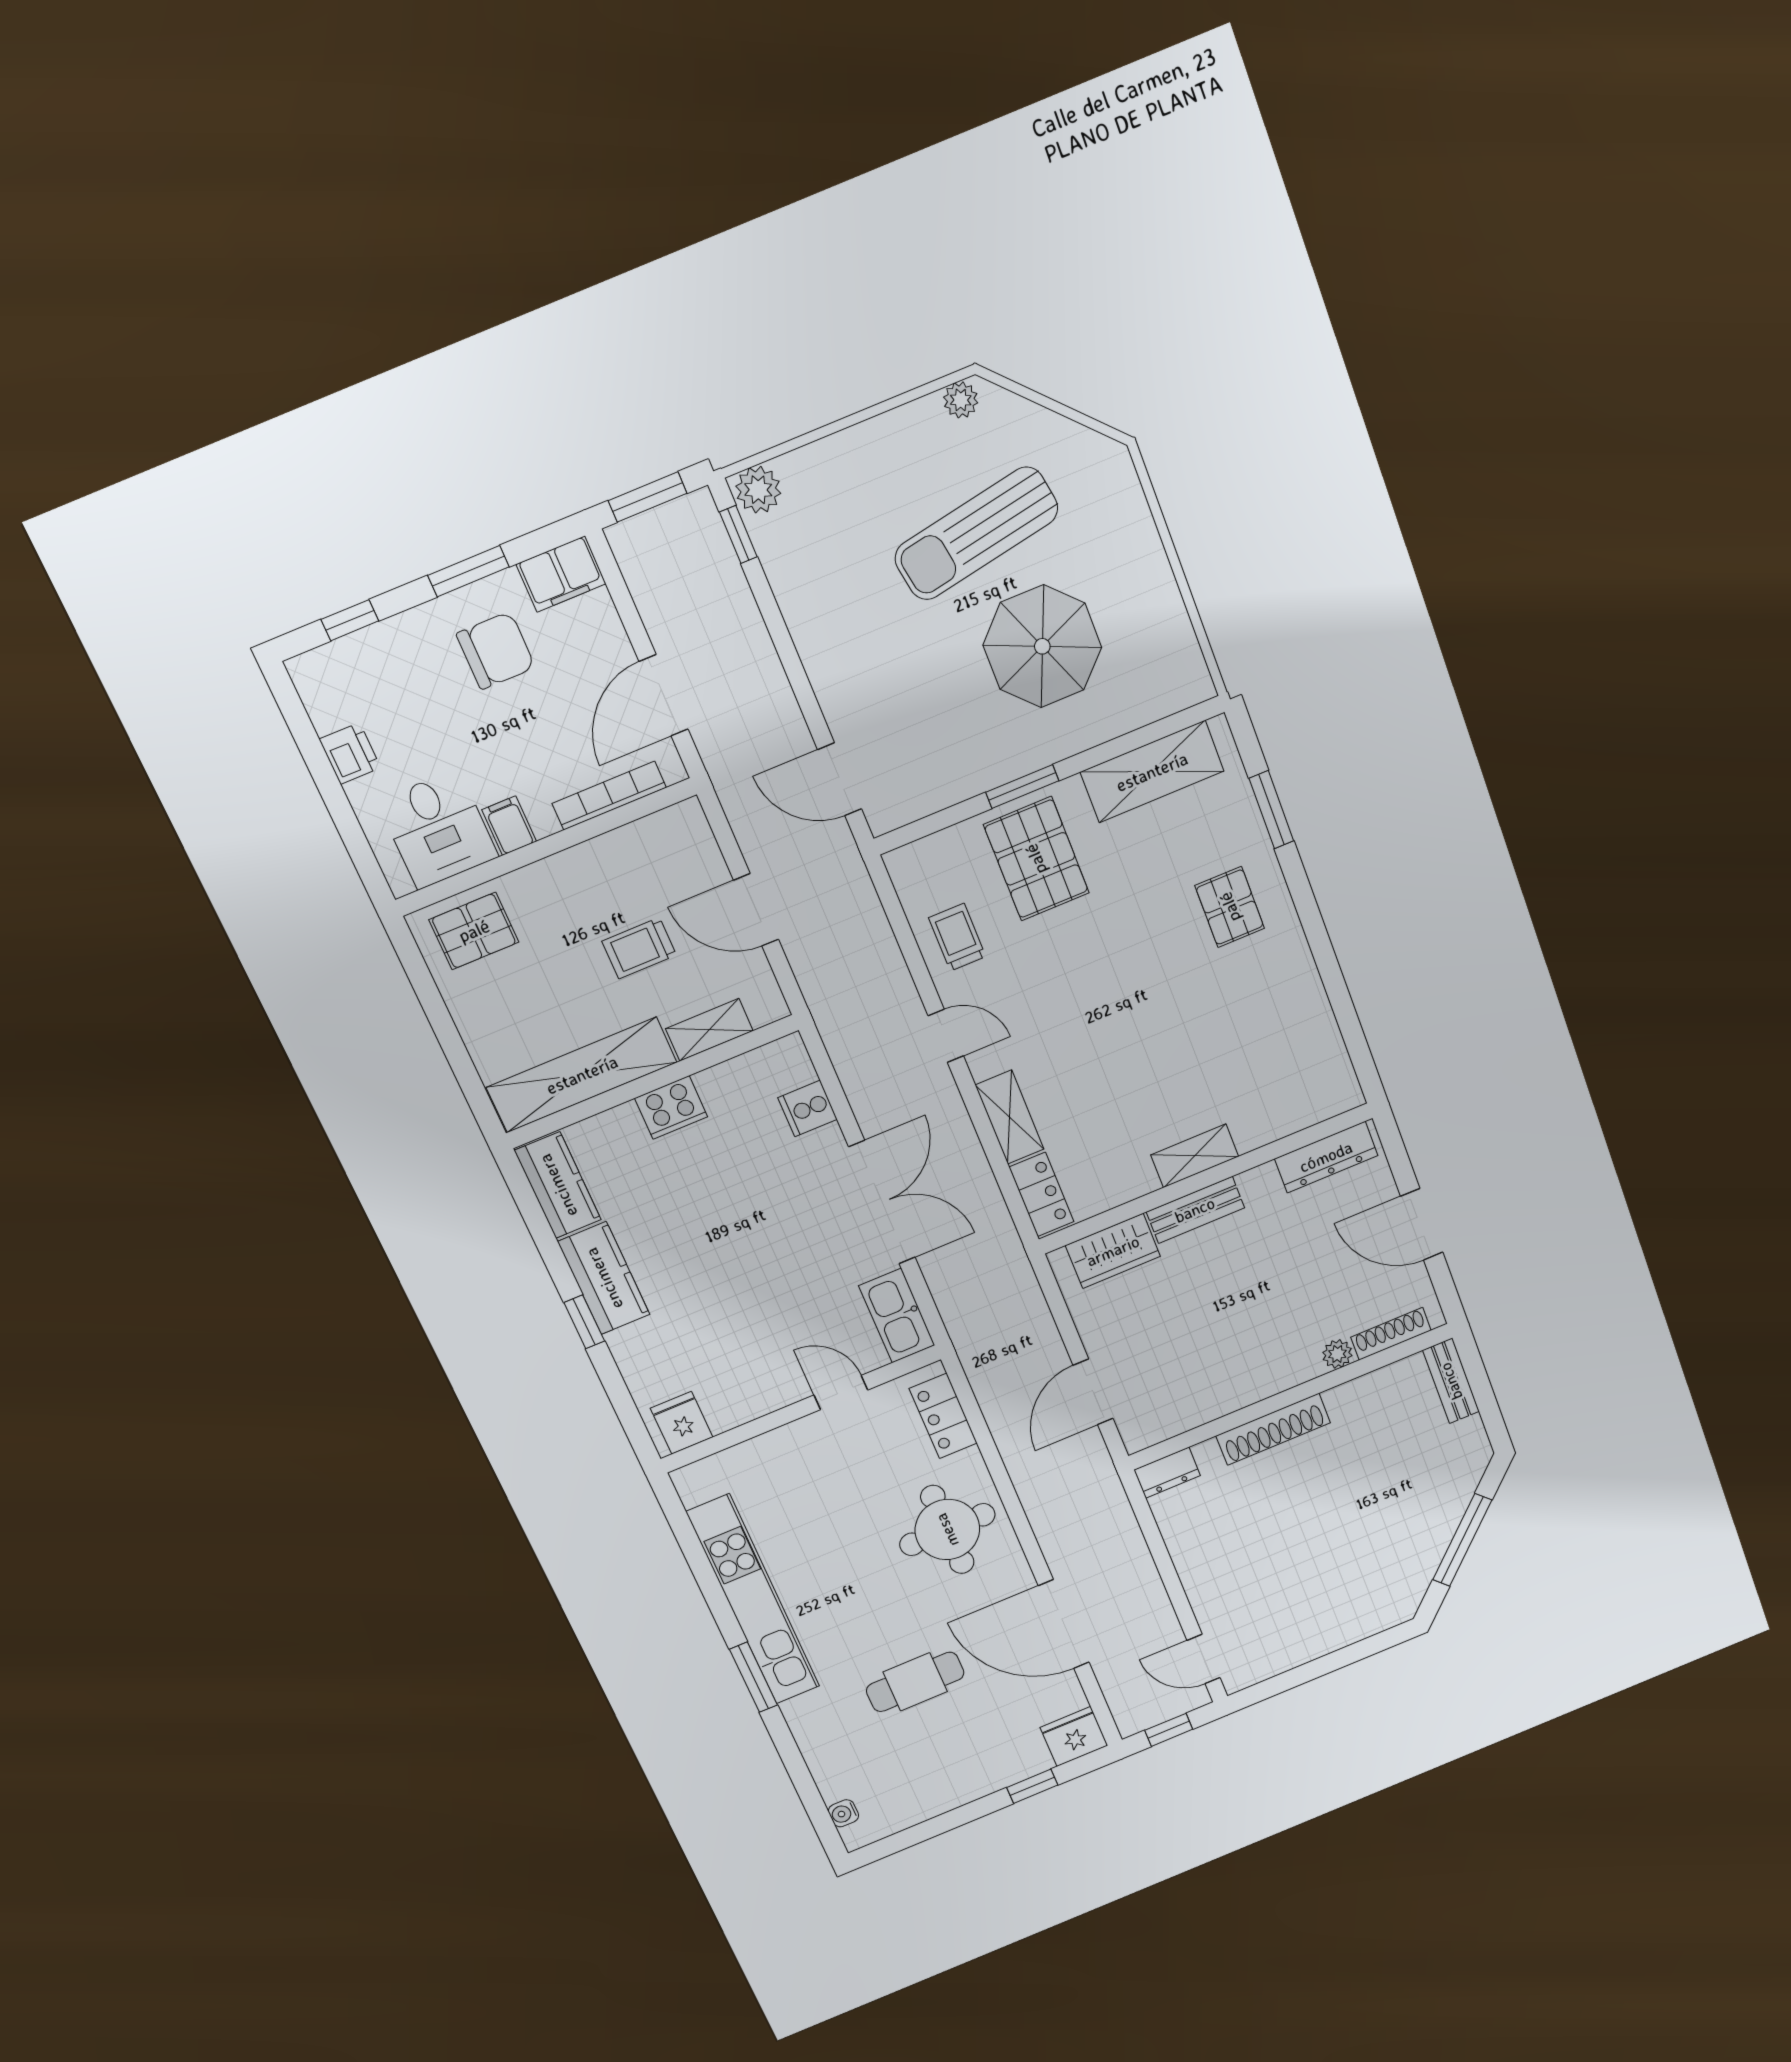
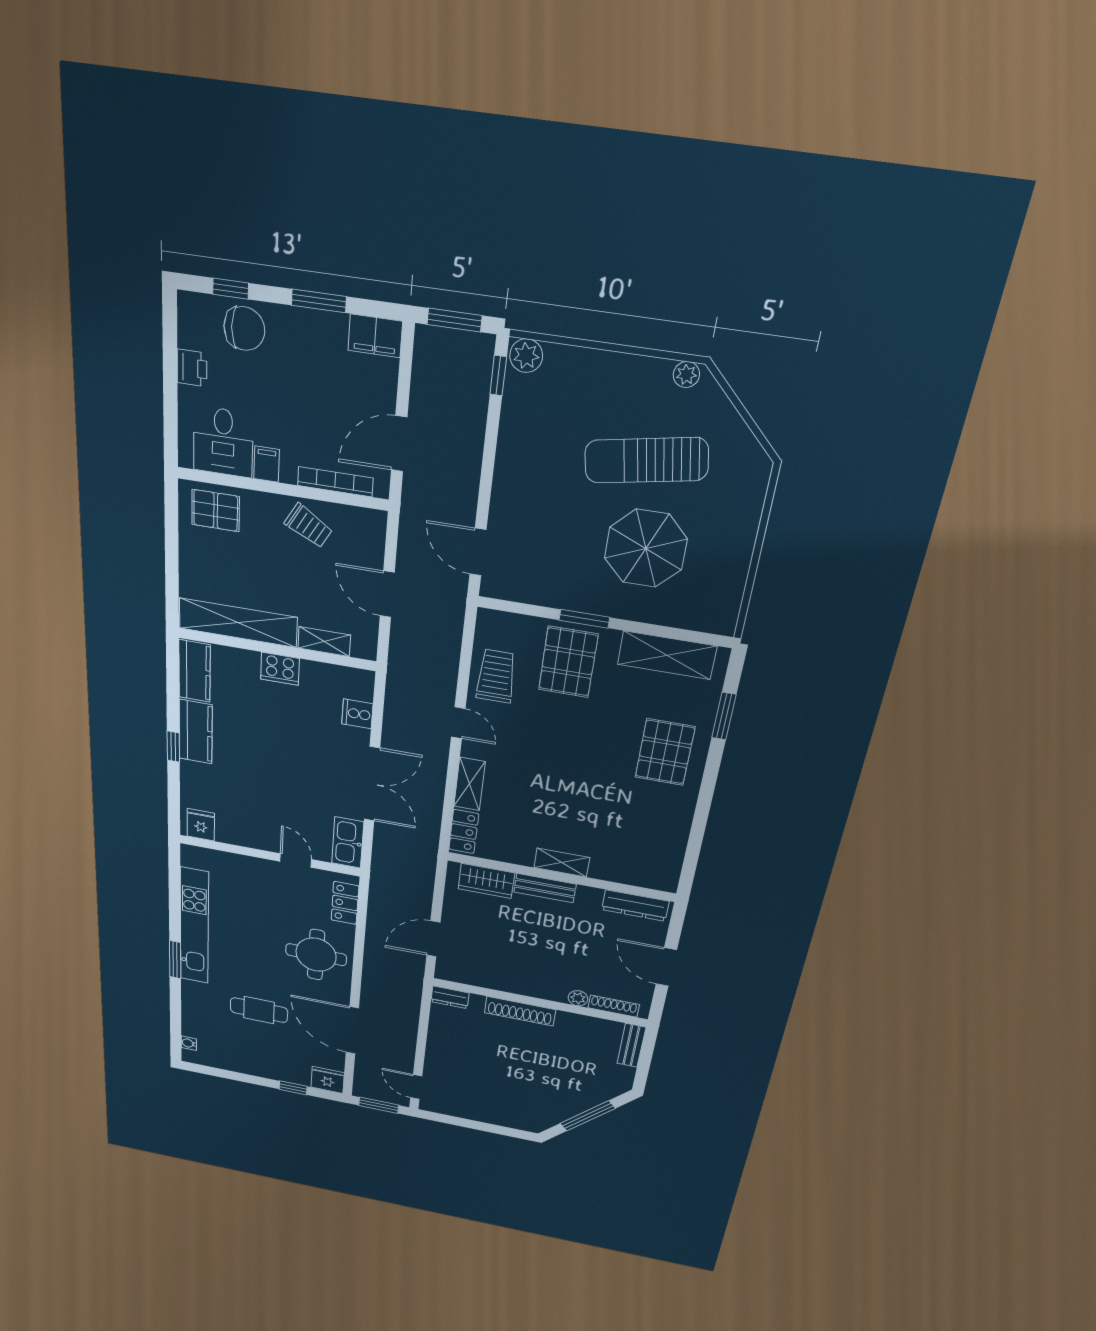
chair: (496, 651) -> (244, 329), moved
pallet: (1230, 907) -> (665, 752), width x1.50, depth x1.42
trolley: (957, 937) -> (496, 676), width x1.36, depth x1.39
trolley: (639, 948) -> (308, 526), moved, turned -150
window: (1169, 1730) -> (379, 1105), width x1.50

